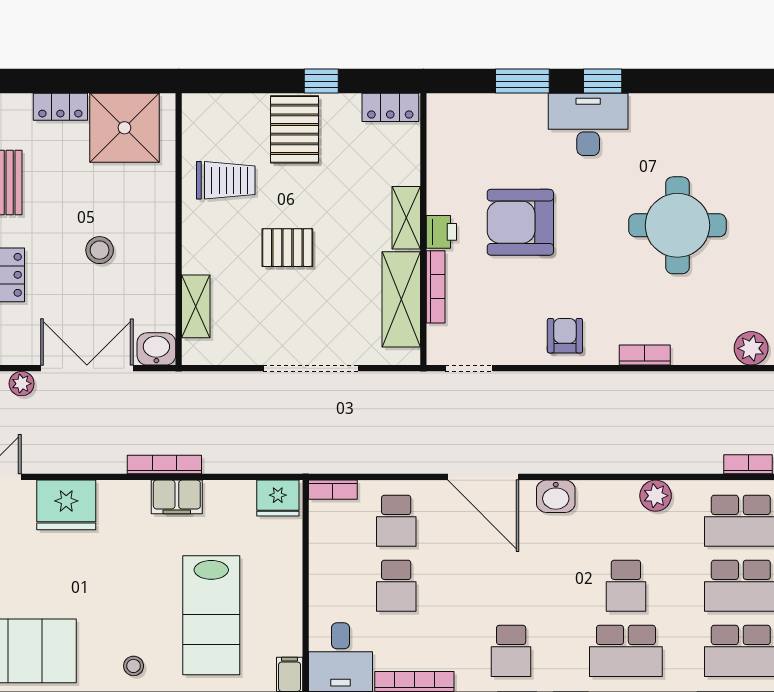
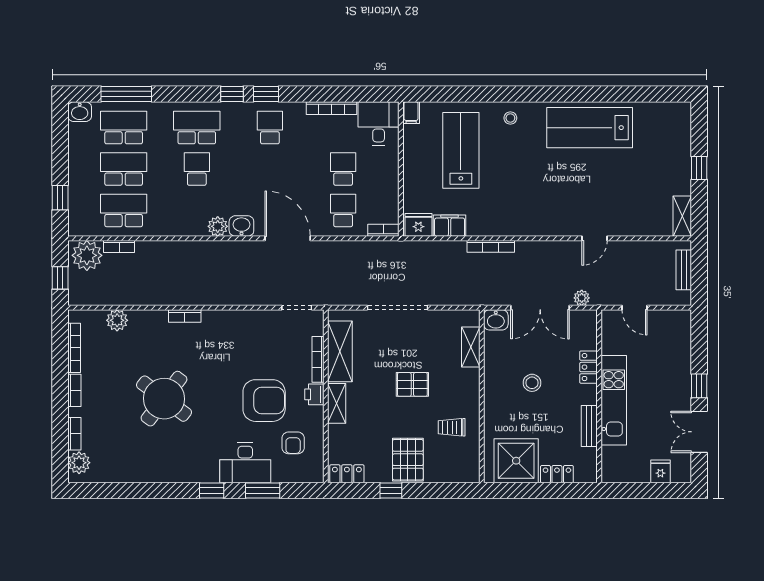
desk: (588, 124) -> (245, 463), moved
trolley: (226, 180) -> (452, 427), width x0.73, depth x0.72
round table: (677, 225) -> (164, 399), turned 37
armchair: (565, 336) -> (293, 443), moved
plant: (656, 496) -> (218, 226), moved
filing cabinet: (177, 497) -> (450, 226), moved
fridge: (66, 505) -> (553, 221), removed

